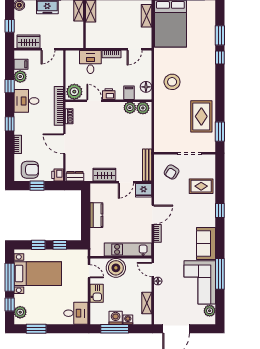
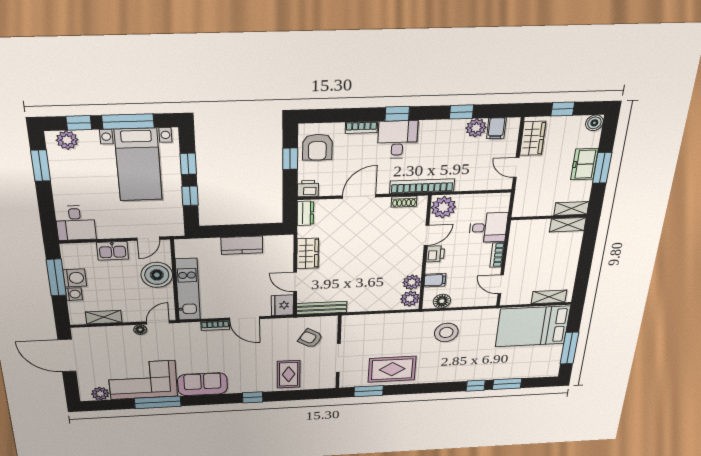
desk: (26, 101) -> (397, 140), moved

